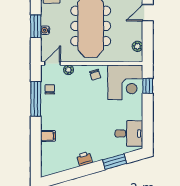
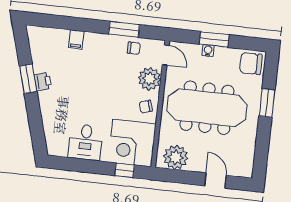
plant: (137, 46) -> (176, 157), width x1.88, depth x1.88
plant: (68, 70) -> (150, 79), width x1.87, depth x1.87
window: (36, 99) -> (124, 29), width x0.69
desk: (129, 133) -> (85, 142), moved
window: (115, 162) -> (28, 79), moved

